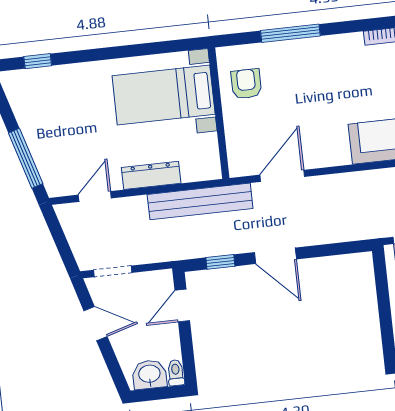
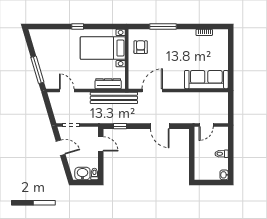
window: (38, 61) -> (78, 26), moved
dresser: (151, 175) -> (108, 84), moved
door: (95, 196) -> (67, 90), hinge flipped
door: (275, 256) -> (160, 126), moved
door: (182, 305) -> (101, 144), swing flipped

